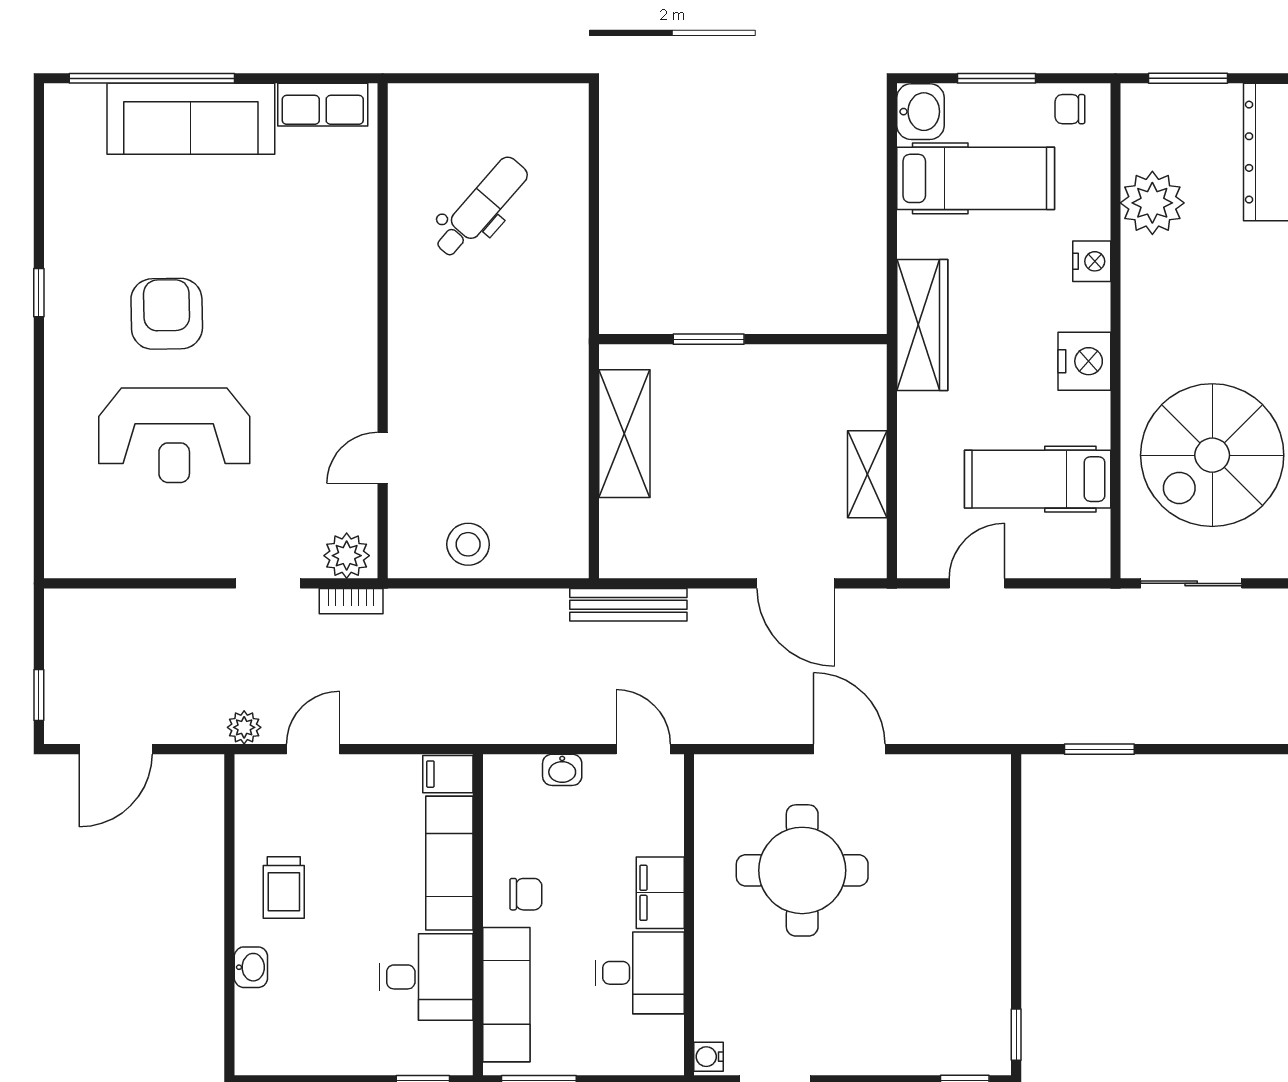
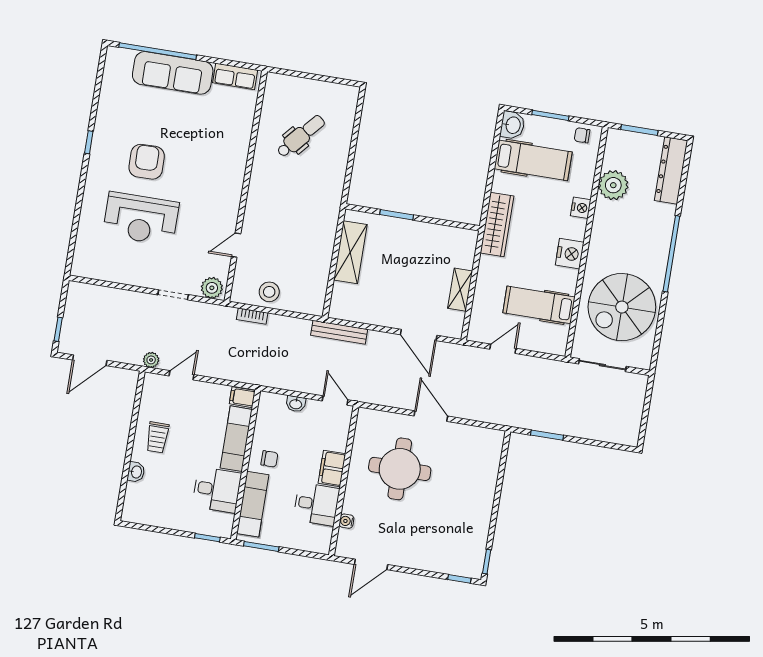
bookcase: (351, 601) -> (252, 316), moved
water cooler: (709, 1057) -> (346, 521), moved

